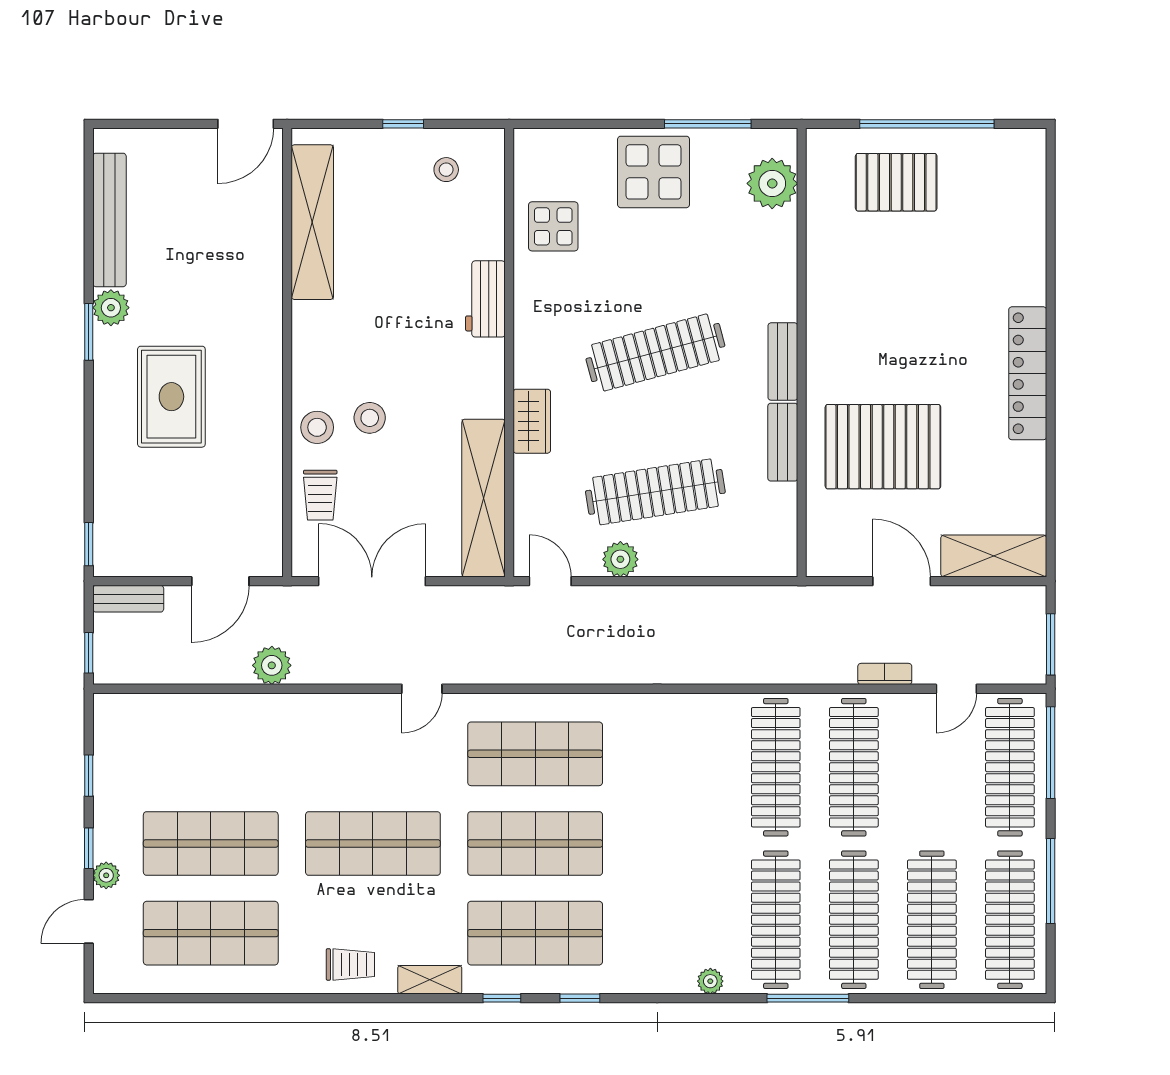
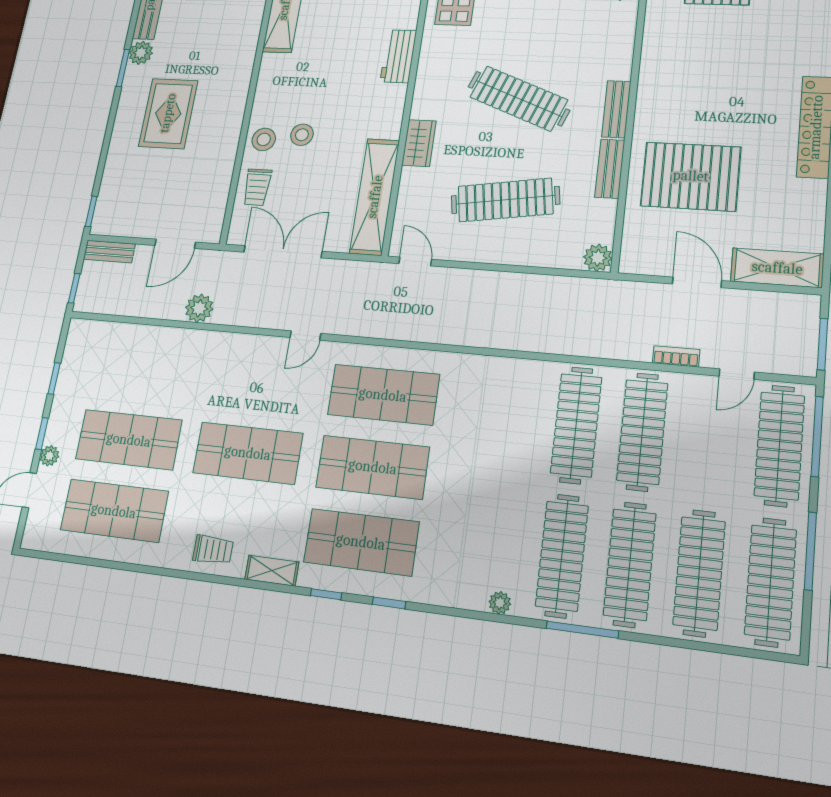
clothes rail: (655, 352) -> (519, 98), turned 36
plant: (620, 559) -> (598, 258), moved

